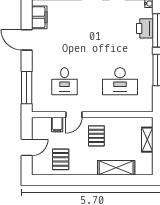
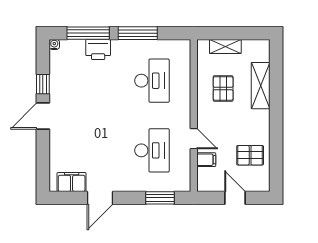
printer: (145, 28) -> (98, 50), moved
desk: (65, 81) -> (152, 150), width x1.37
window: (27, 88) -> (160, 198), width x0.69
pallet: (96, 136) -> (223, 89), moved, turned 90

